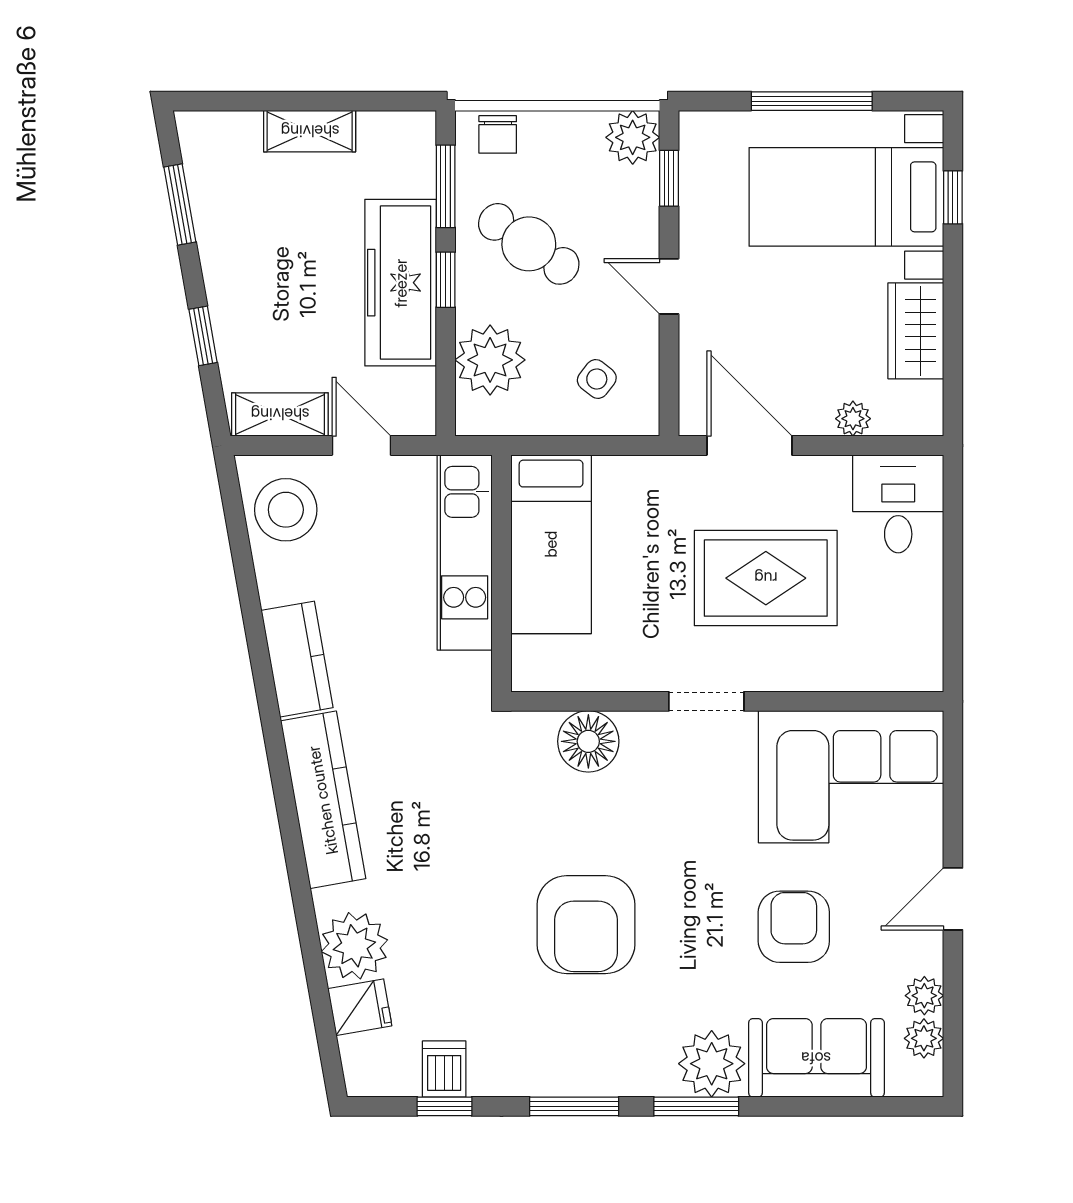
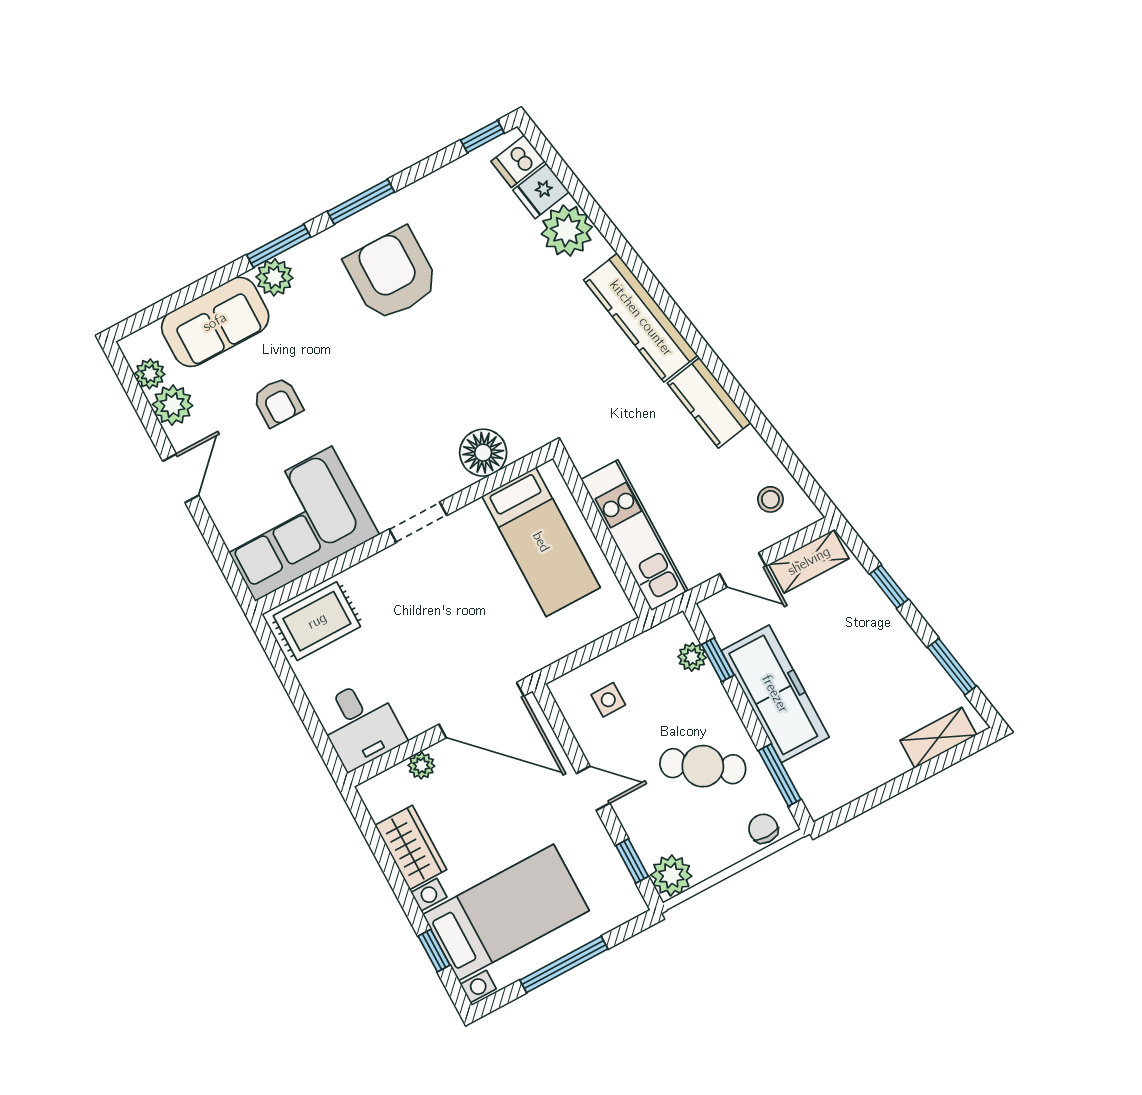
shelving: (310, 131) -> (938, 738), moved
window: (446, 280) -> (718, 660), moved
plant: (490, 360) -> (692, 657), width x0.53, depth x0.53
side table: (597, 379) -> (608, 700), turned -38
door: (749, 445) -> (481, 710), width x1.36
stool: (286, 510) -> (770, 499), width x0.53, depth x0.53
bed: (551, 544) -> (541, 542), moved, turned 180
rug: (766, 578) -> (317, 621), moved, width x0.73, depth x0.70
armchair: (586, 925) -> (392, 274), moved
armchair: (794, 927) -> (278, 402), width x0.72, depth x0.72
plant: (924, 996) -> (173, 405), width x1.38, depth x1.38
plant: (712, 1064) -> (274, 277), width x0.73, depth x0.73
dishwasher: (444, 1069) -> (518, 161), moved, turned 80
window: (445, 1106) -> (482, 137), moved

